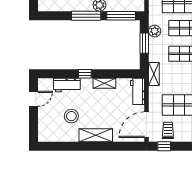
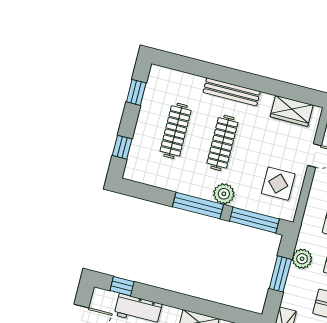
window: (85, 74) -> (122, 286), moved

